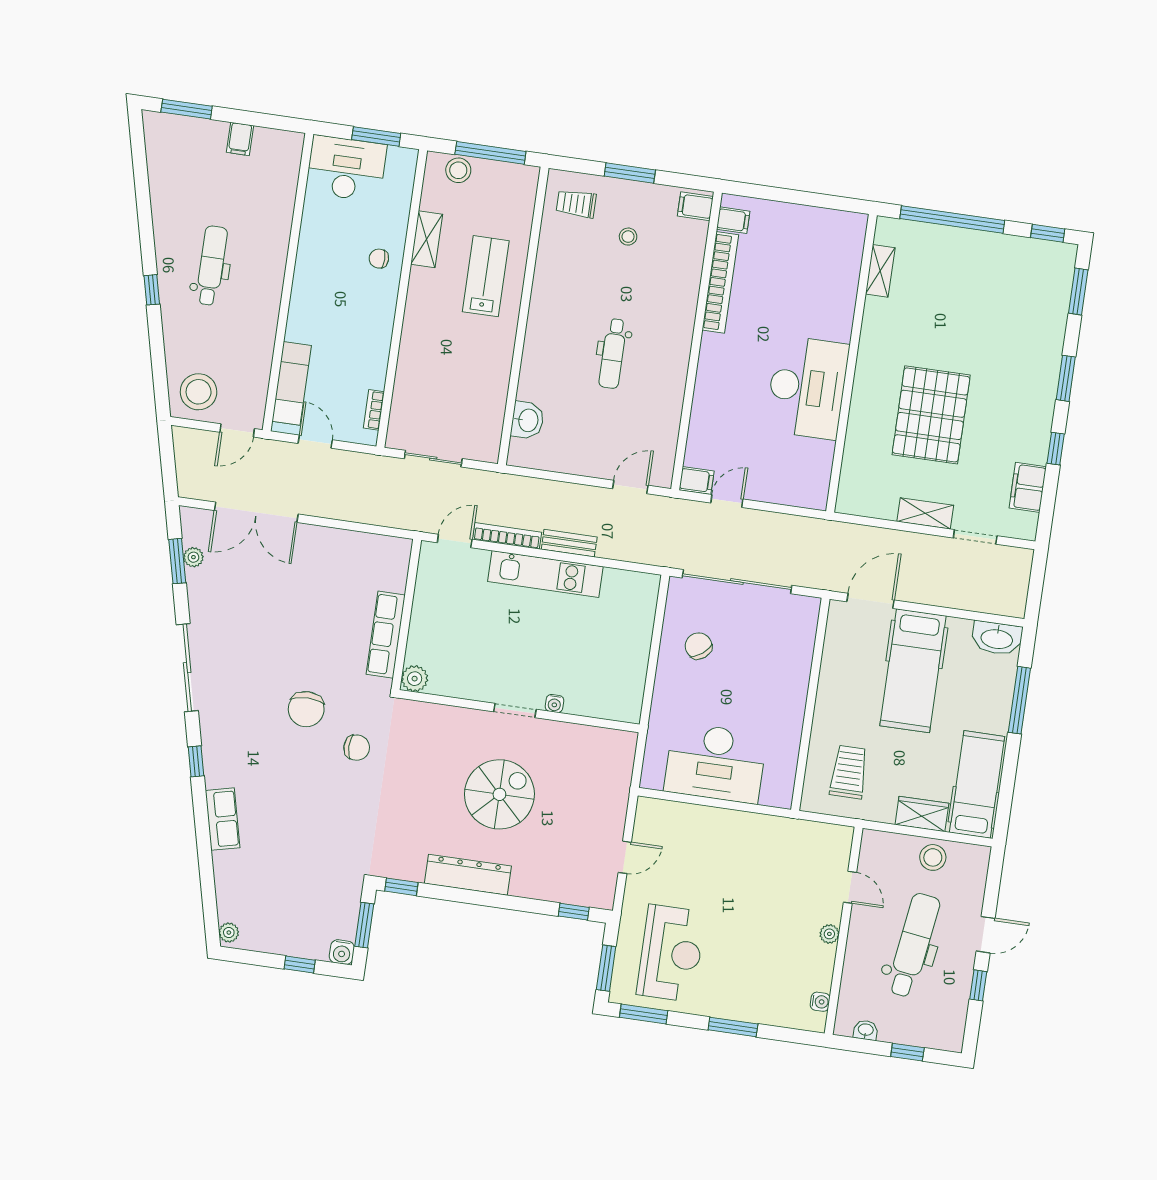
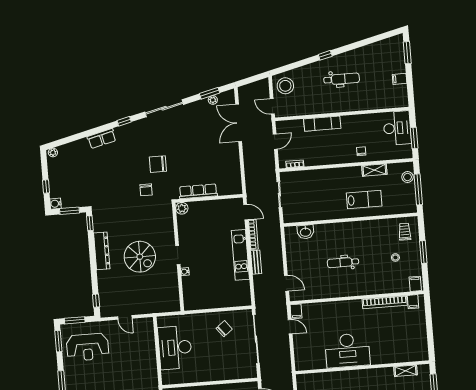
exam couch: (292, 383) -> (322, 124), moved

